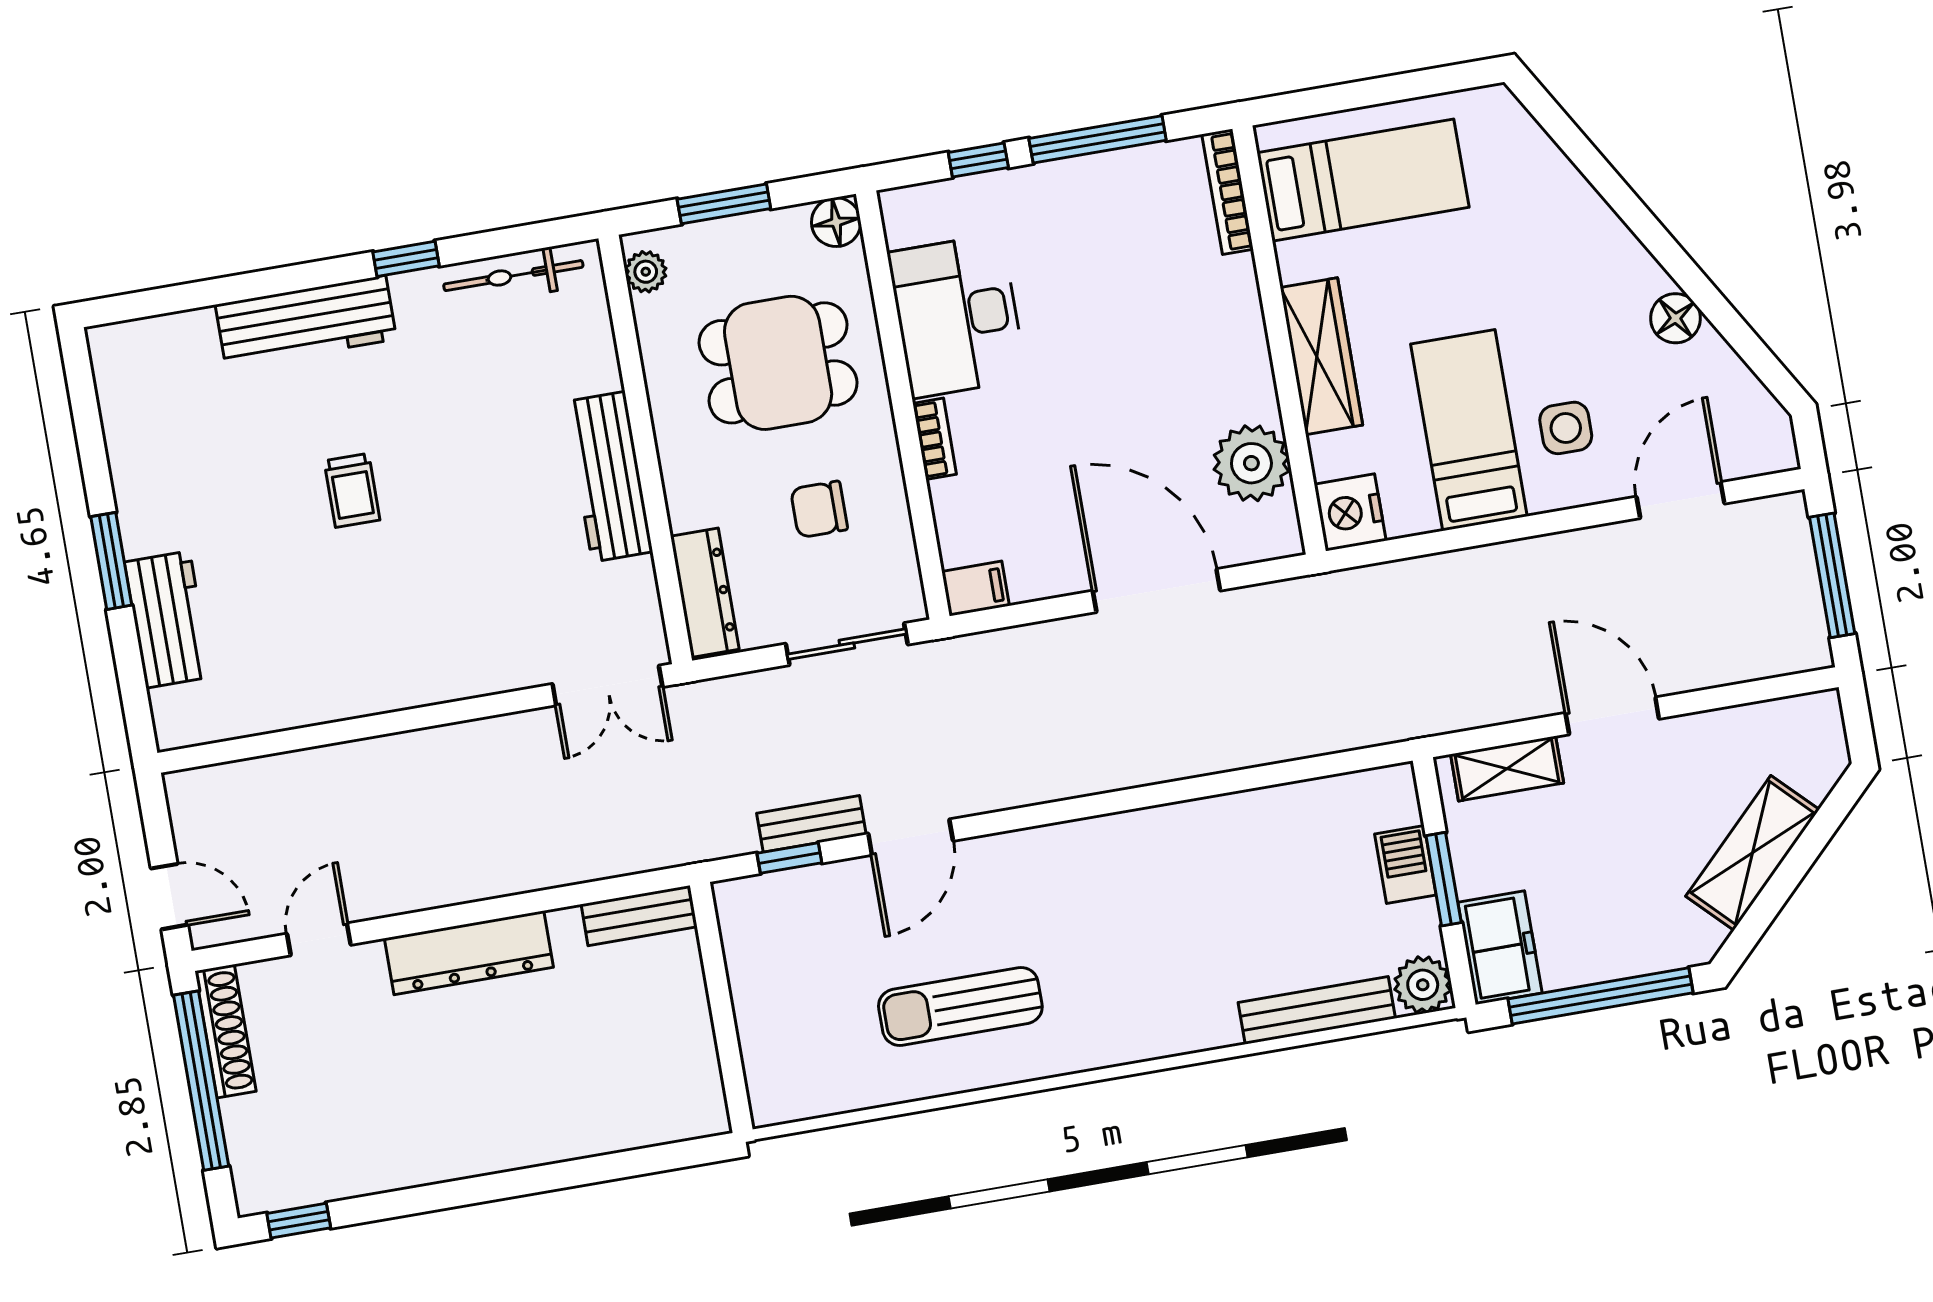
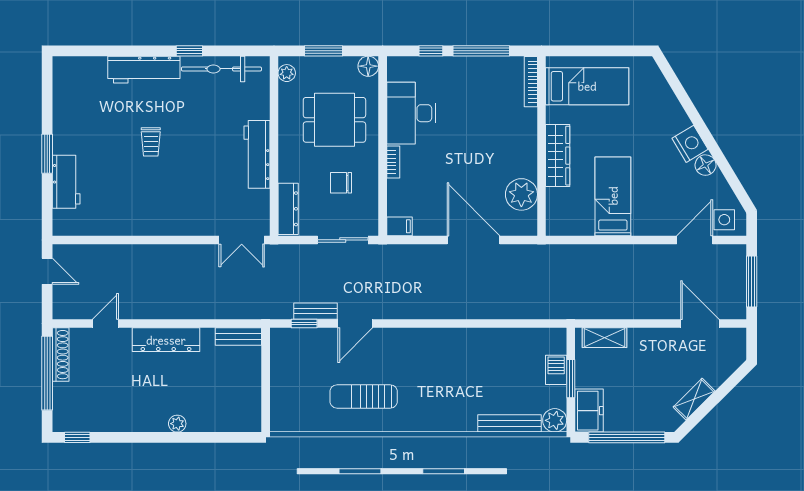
bicycle: (513, 276) -> (221, 69), width x1.37, depth x1.40
side table: (1566, 428) -> (724, 220), moved
nightstand: (1350, 512) -> (690, 144), moved, turned 149
door: (1612, 716) -> (700, 324), moved
shelving: (1752, 853) -> (694, 399), width x0.67, depth x0.75
door: (169, 897) -> (47, 271), moved
plant: (530, 1147) -> (177, 424), added

